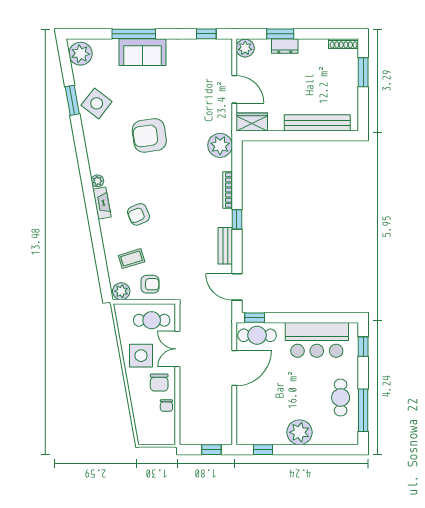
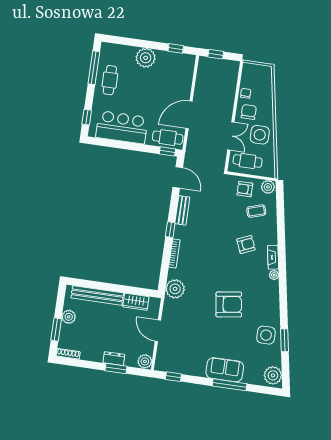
plant: (350, 91) -> (69, 317), added
side table: (97, 103) -> (266, 335), turned -38
wardrobe: (252, 122) -> (136, 302), moved

